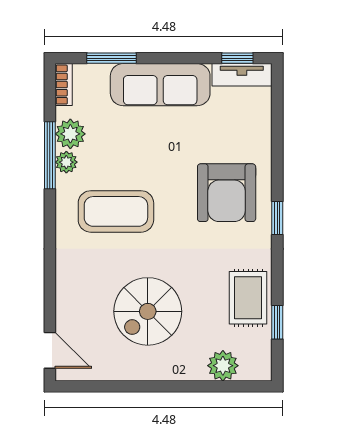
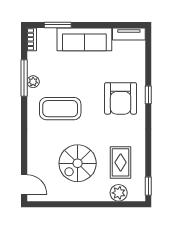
window: (237, 58) -> (127, 25), removed
plant: (70, 134) -> (35, 66), removed
window: (277, 218) -> (148, 95), moved
rug: (248, 298) -> (121, 162), moved
window: (277, 322) -> (148, 186), moved

